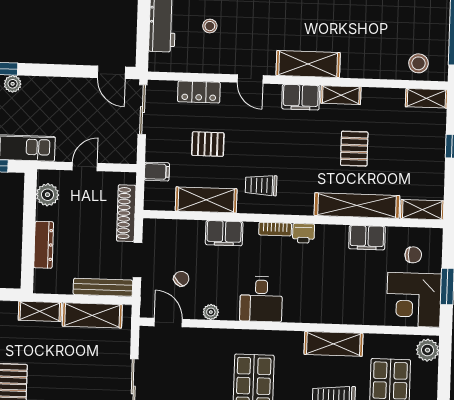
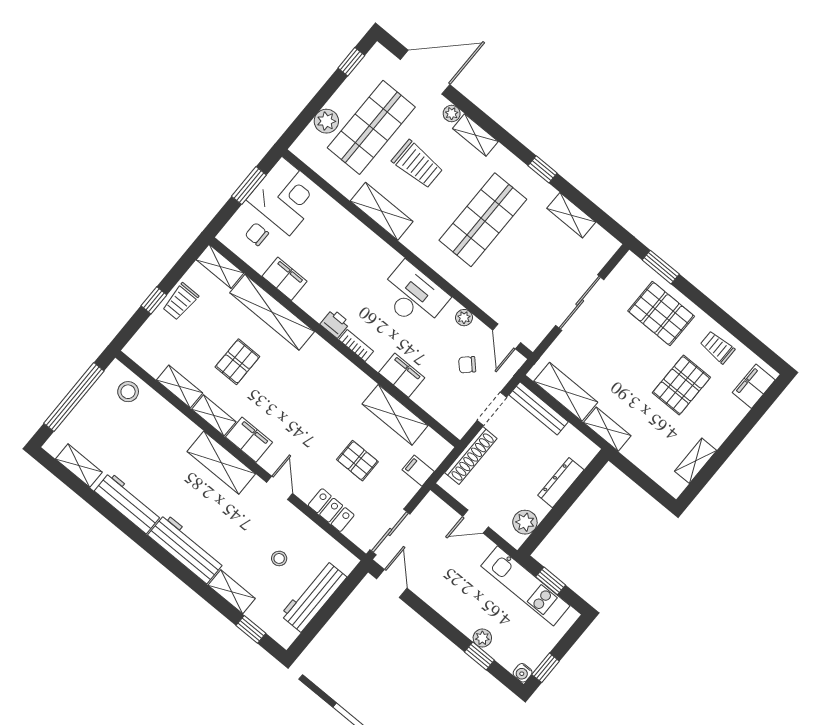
shelving: (426, 98) -> (180, 387), moved
trolley: (261, 185) -> (180, 302), moved, turned 90
desk: (261, 299) -> (413, 296), width x1.37
plant: (428, 350) -> (326, 121), moved

